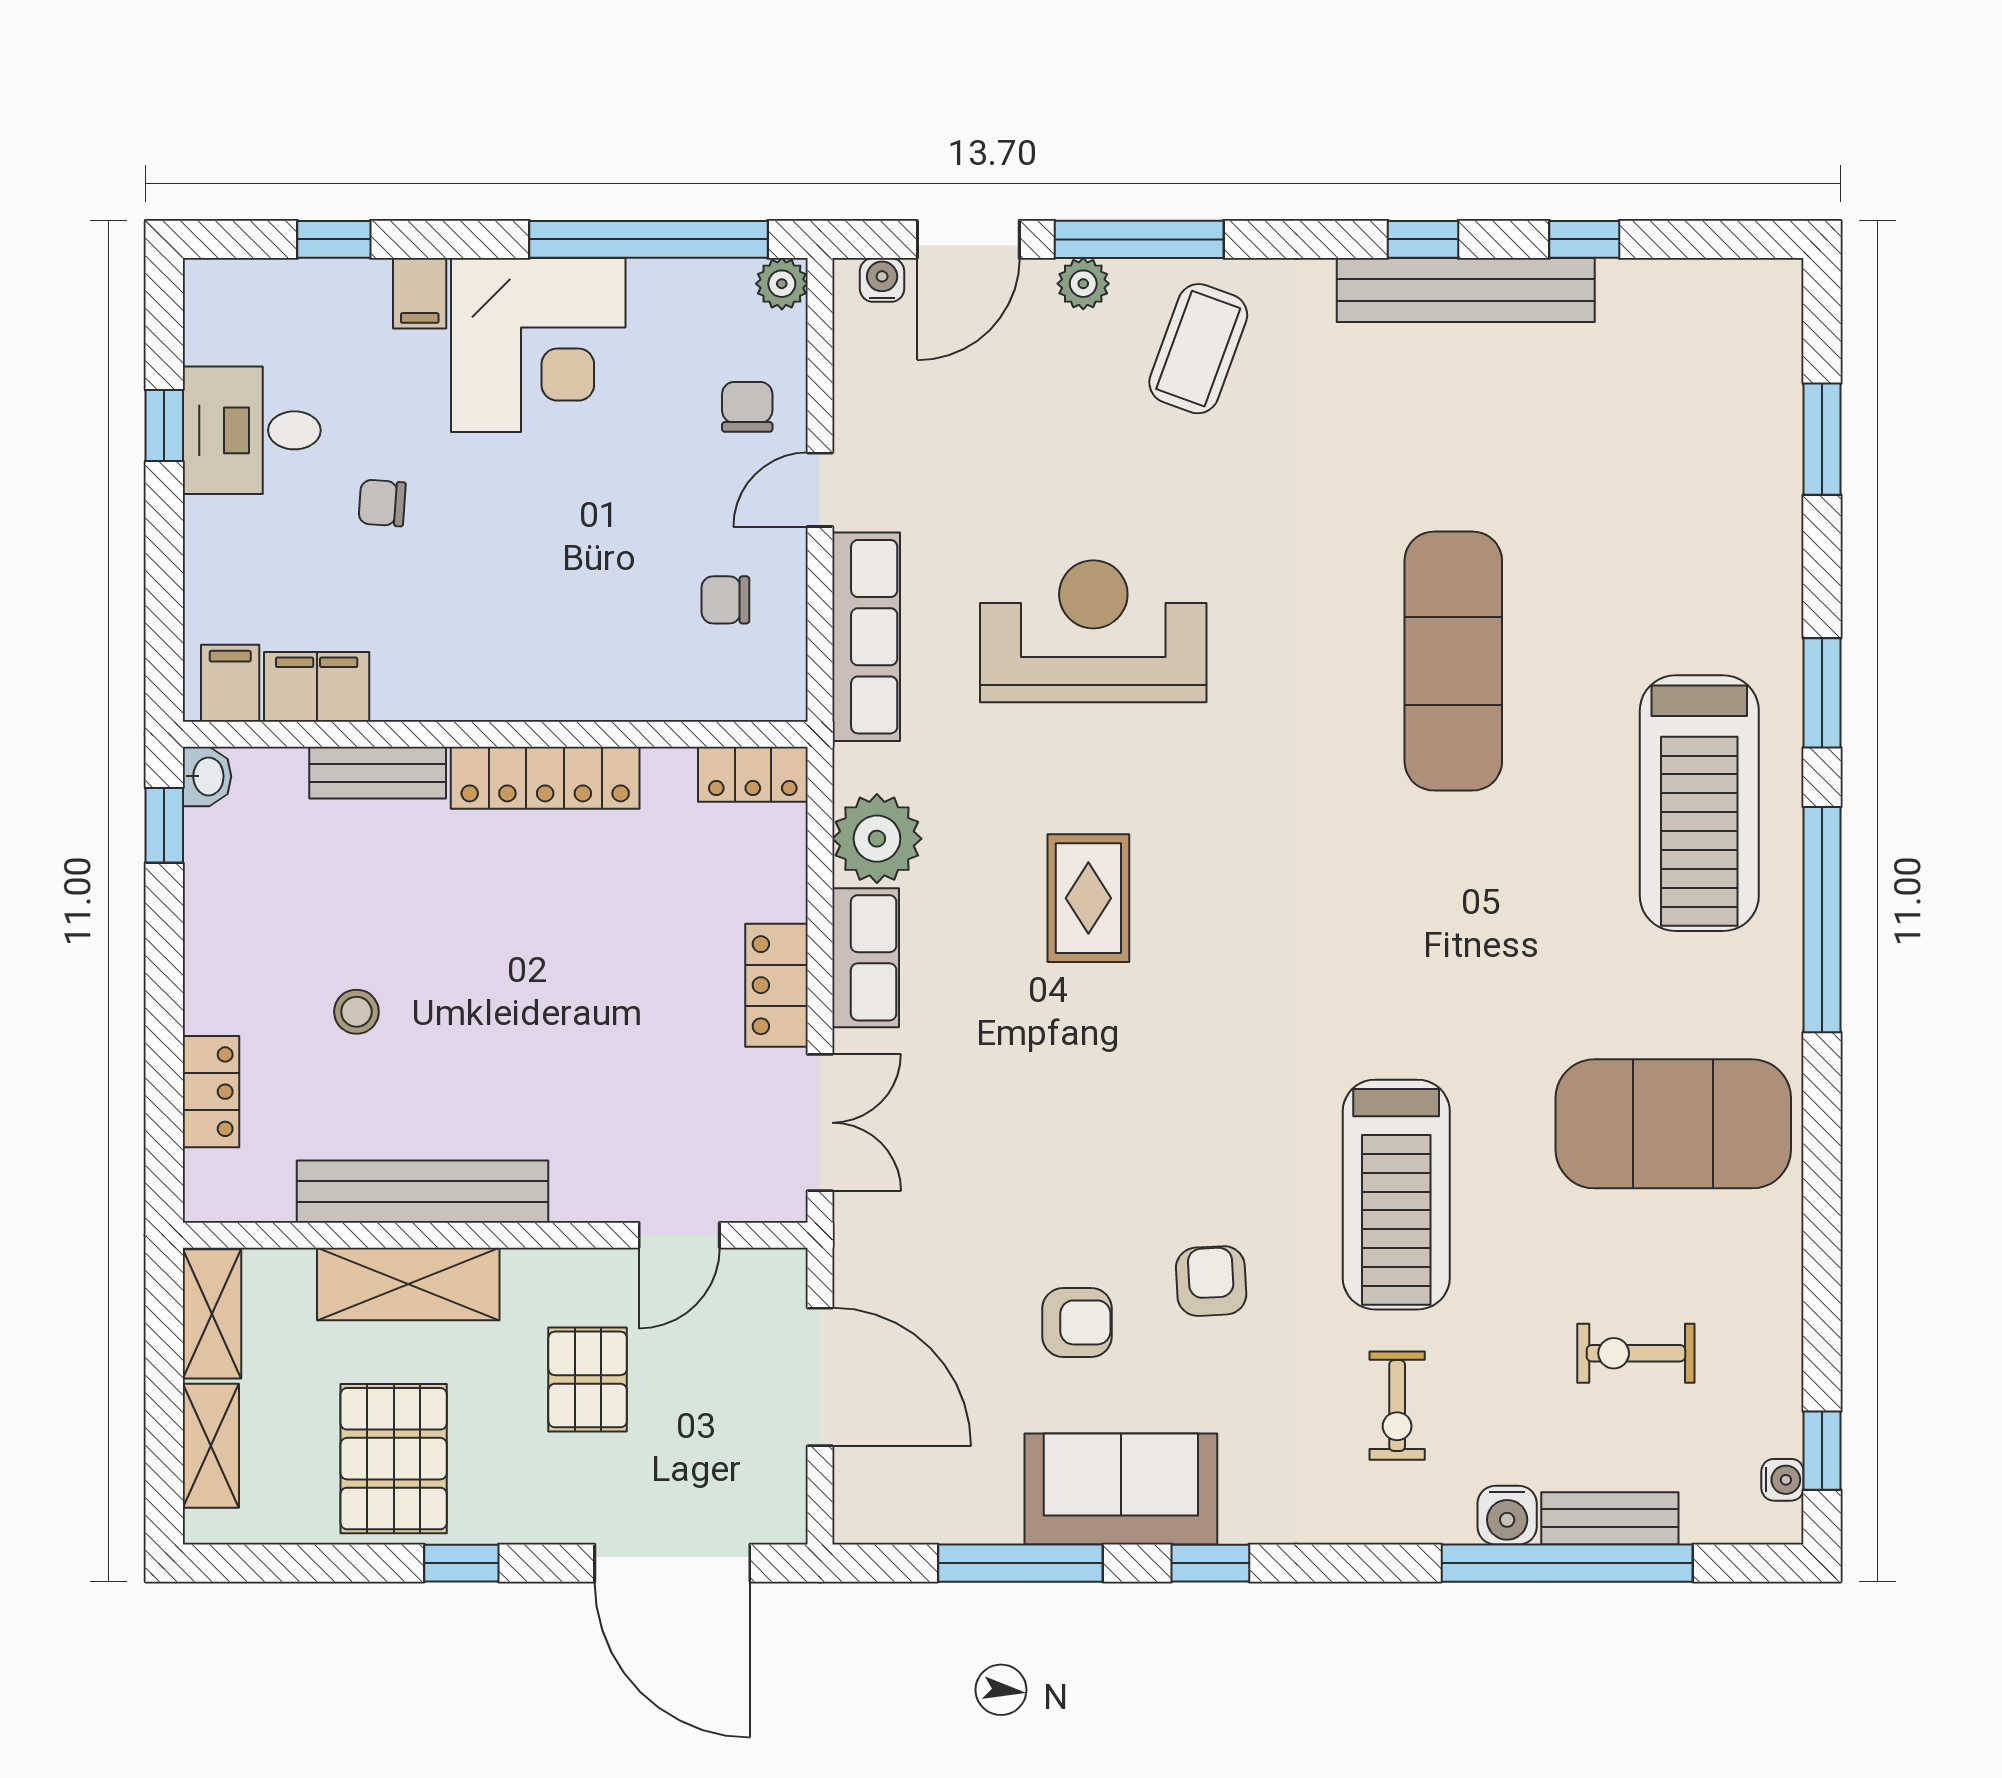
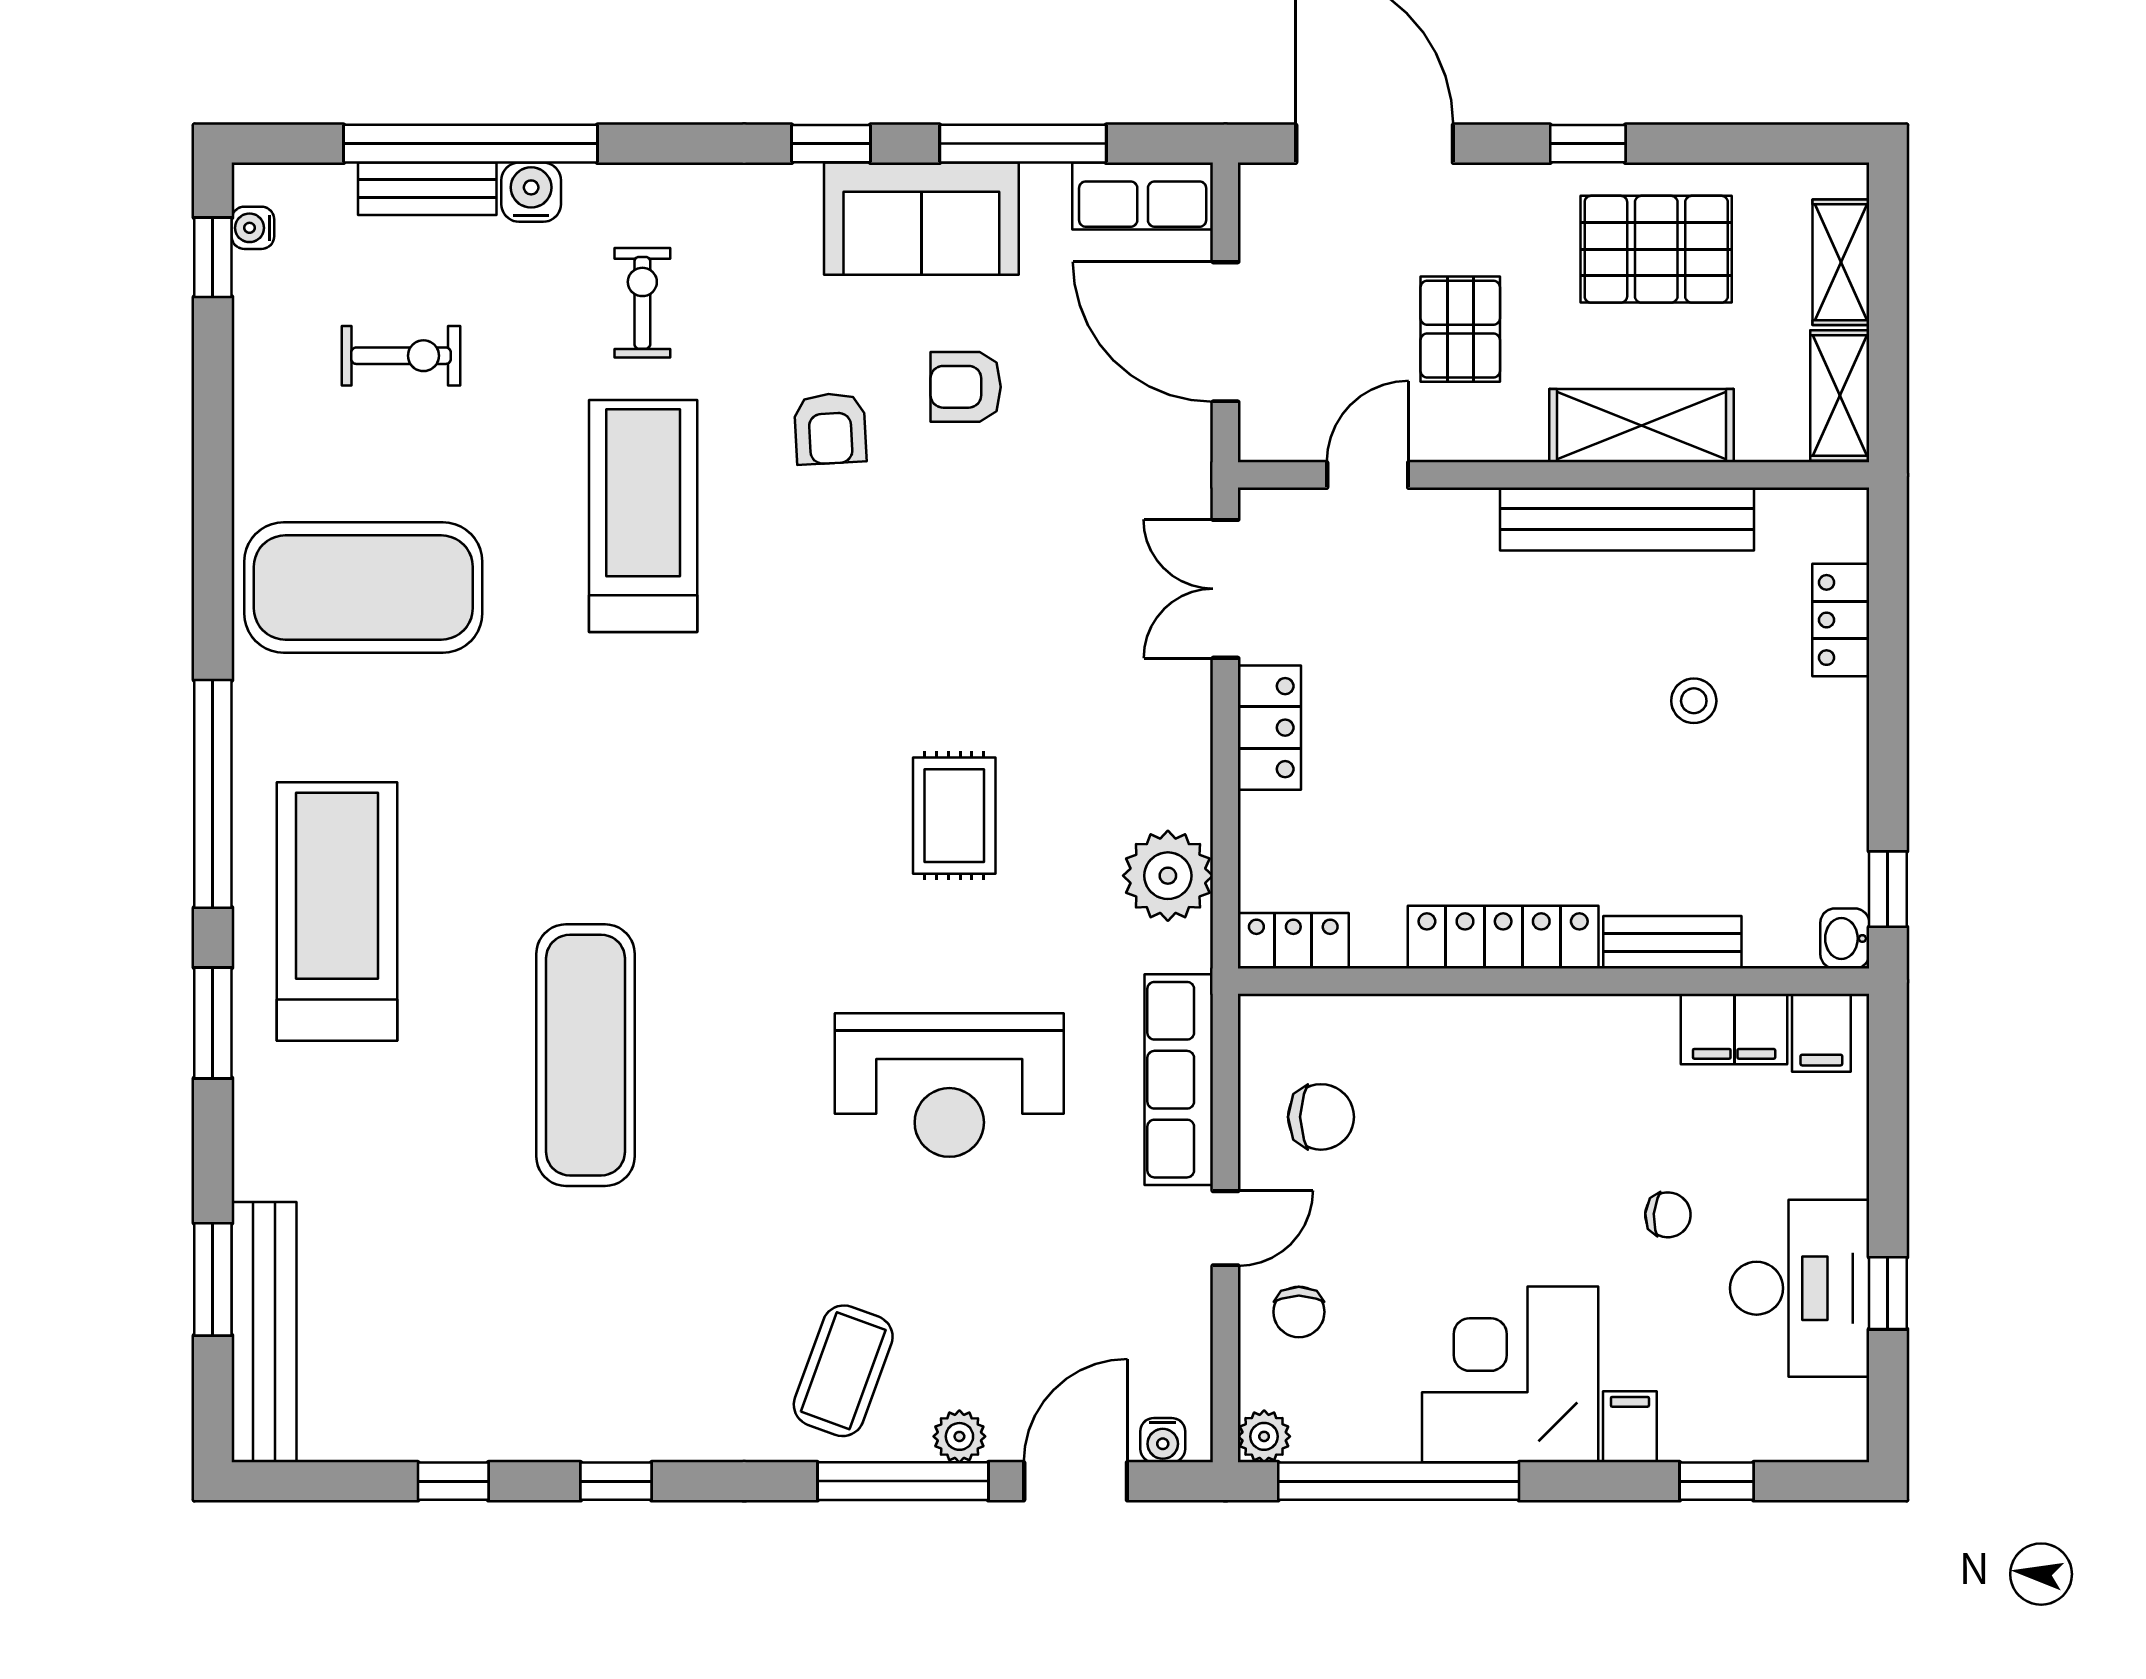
bench: (1466, 290) -> (264, 1332), moved, turned 90
desk: (252, 430) -> (1800, 1288), width x1.37
chair: (725, 600) -> (1321, 1117), width x1.37, depth x1.37
row of seats: (866, 958) -> (1143, 196), moved, turned -90
pallet: (394, 1459) -> (1656, 249), turned 90

